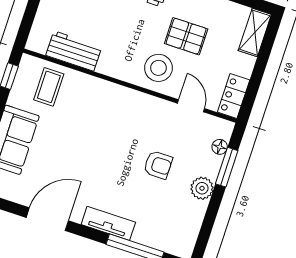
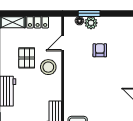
locker: (234, 96) -> (38, 22), moved
plant: (202, 188) -> (91, 23), moved

